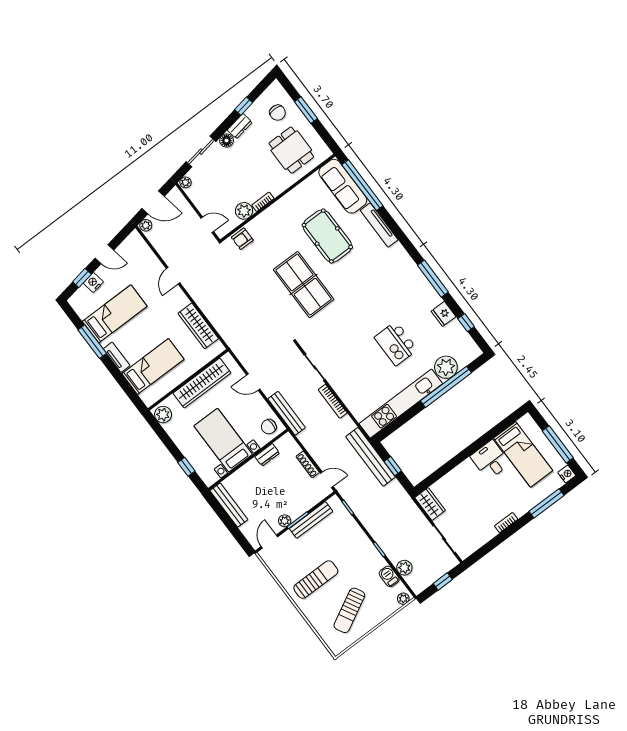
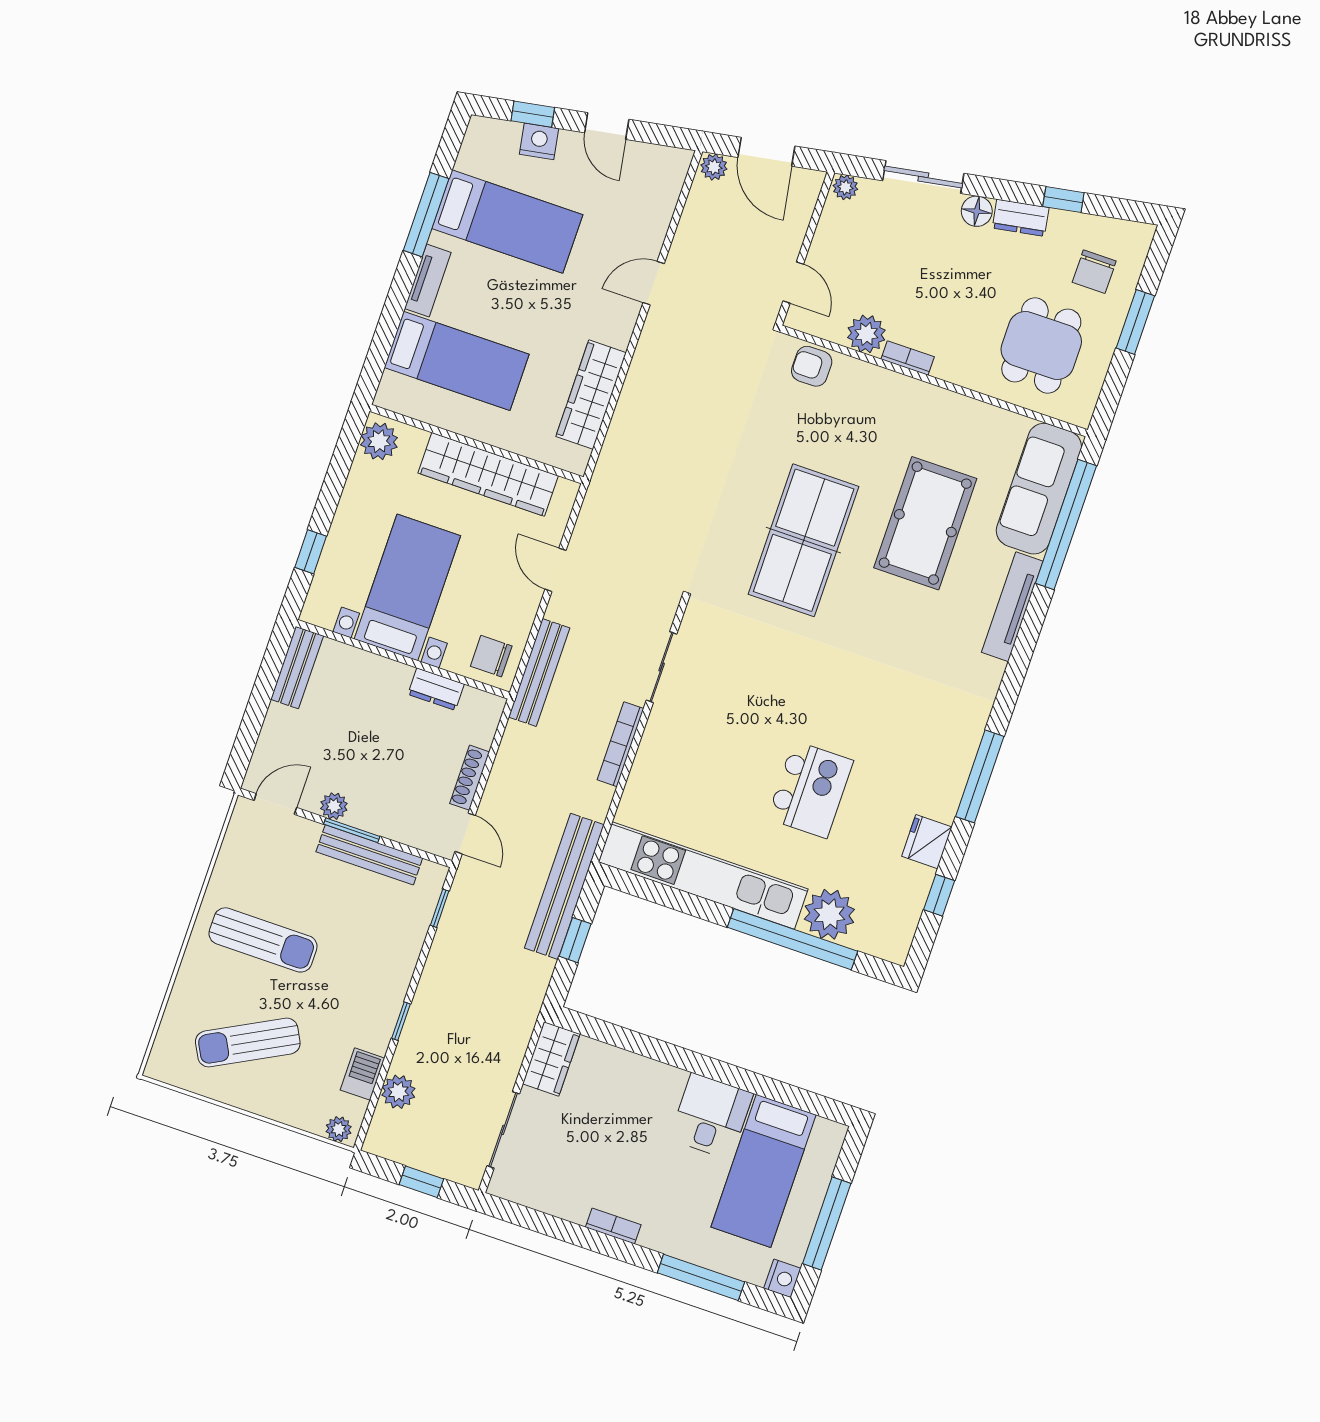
kitchen island: (396, 343) -> (810, 790), turned 180
bench: (229, 505) -> (297, 668), width x0.73

